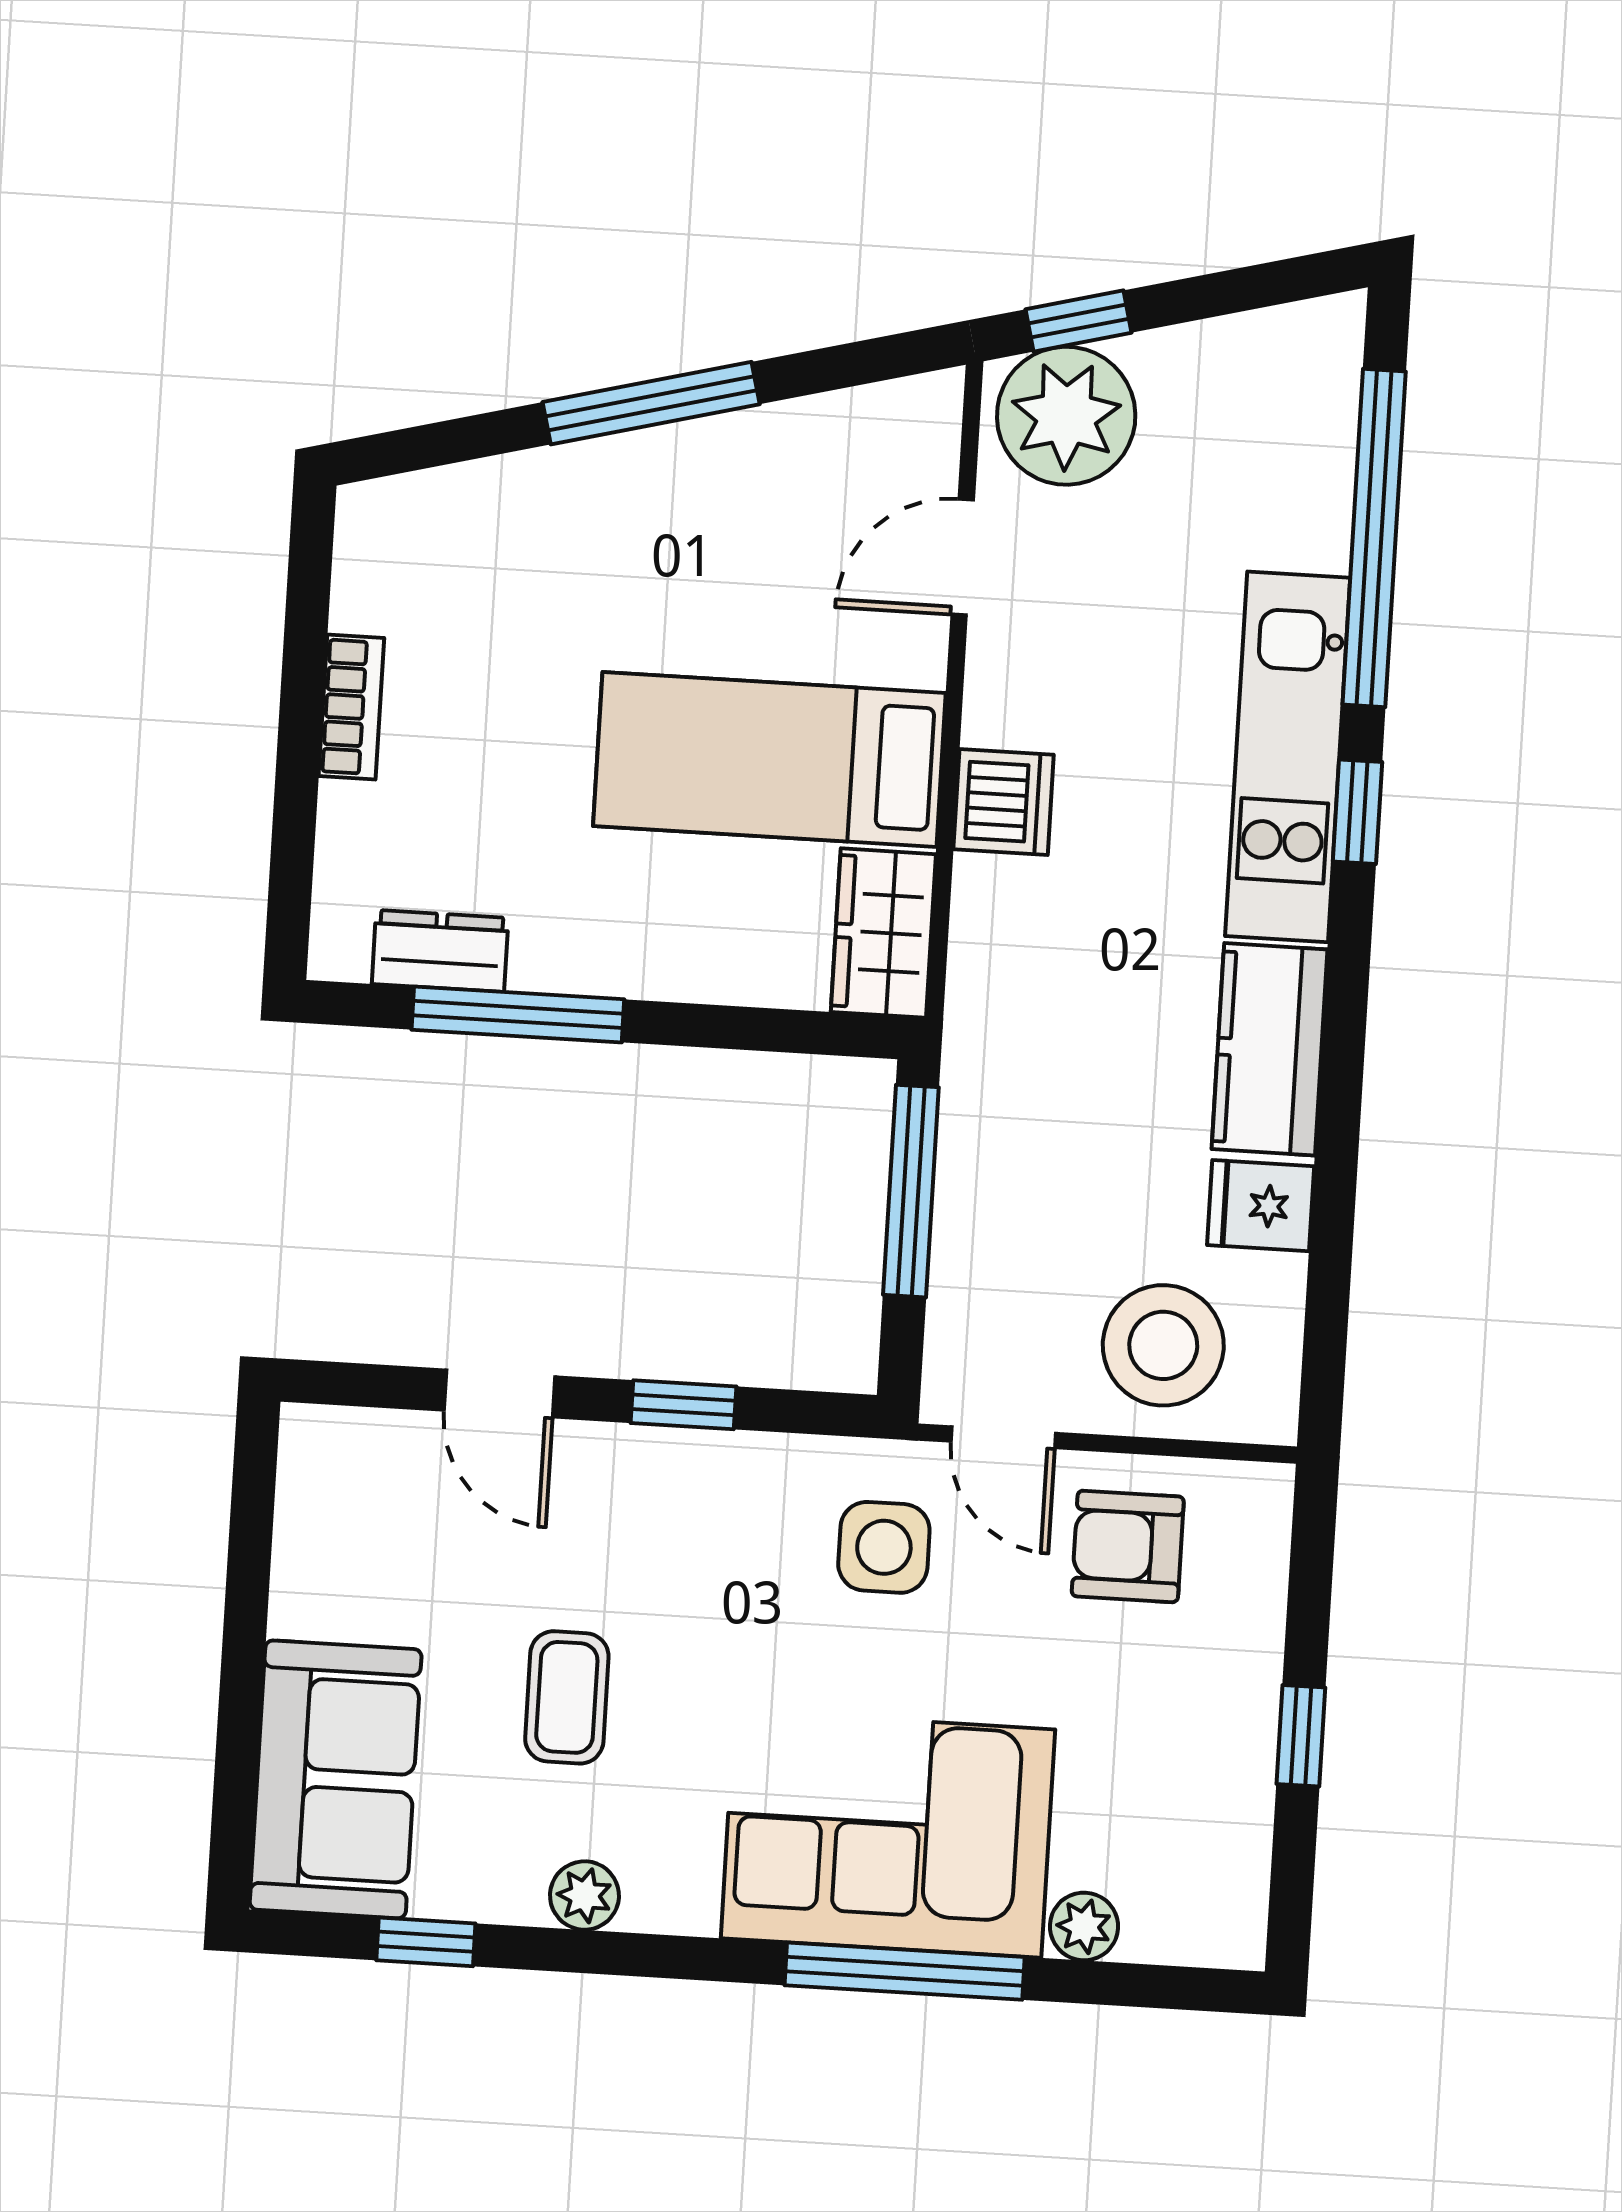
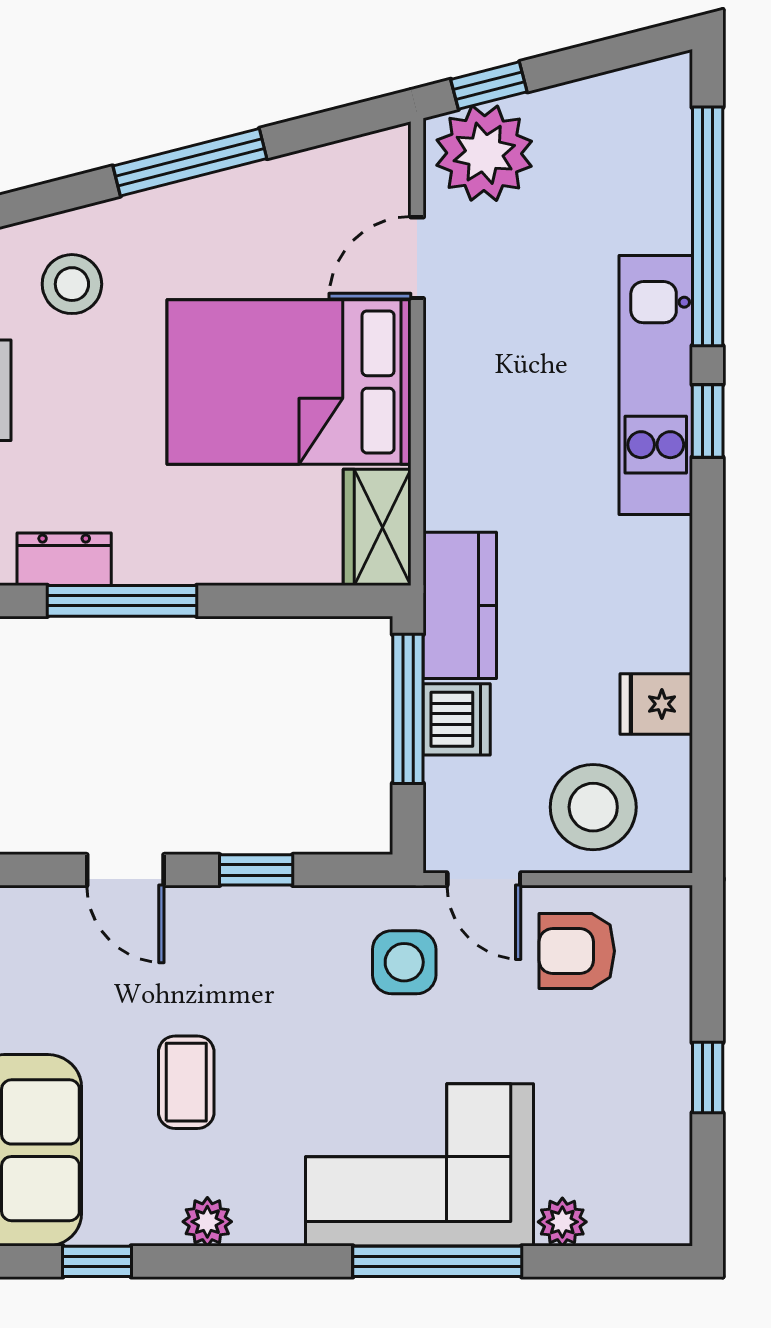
stool: (475, 564) -> (72, 284), added
bed: (769, 759) -> (289, 382), width x1.50
dishwasher: (1004, 802) -> (457, 719), moved
kitchen counter: (1270, 1049) -> (460, 605), moved, turned 180

